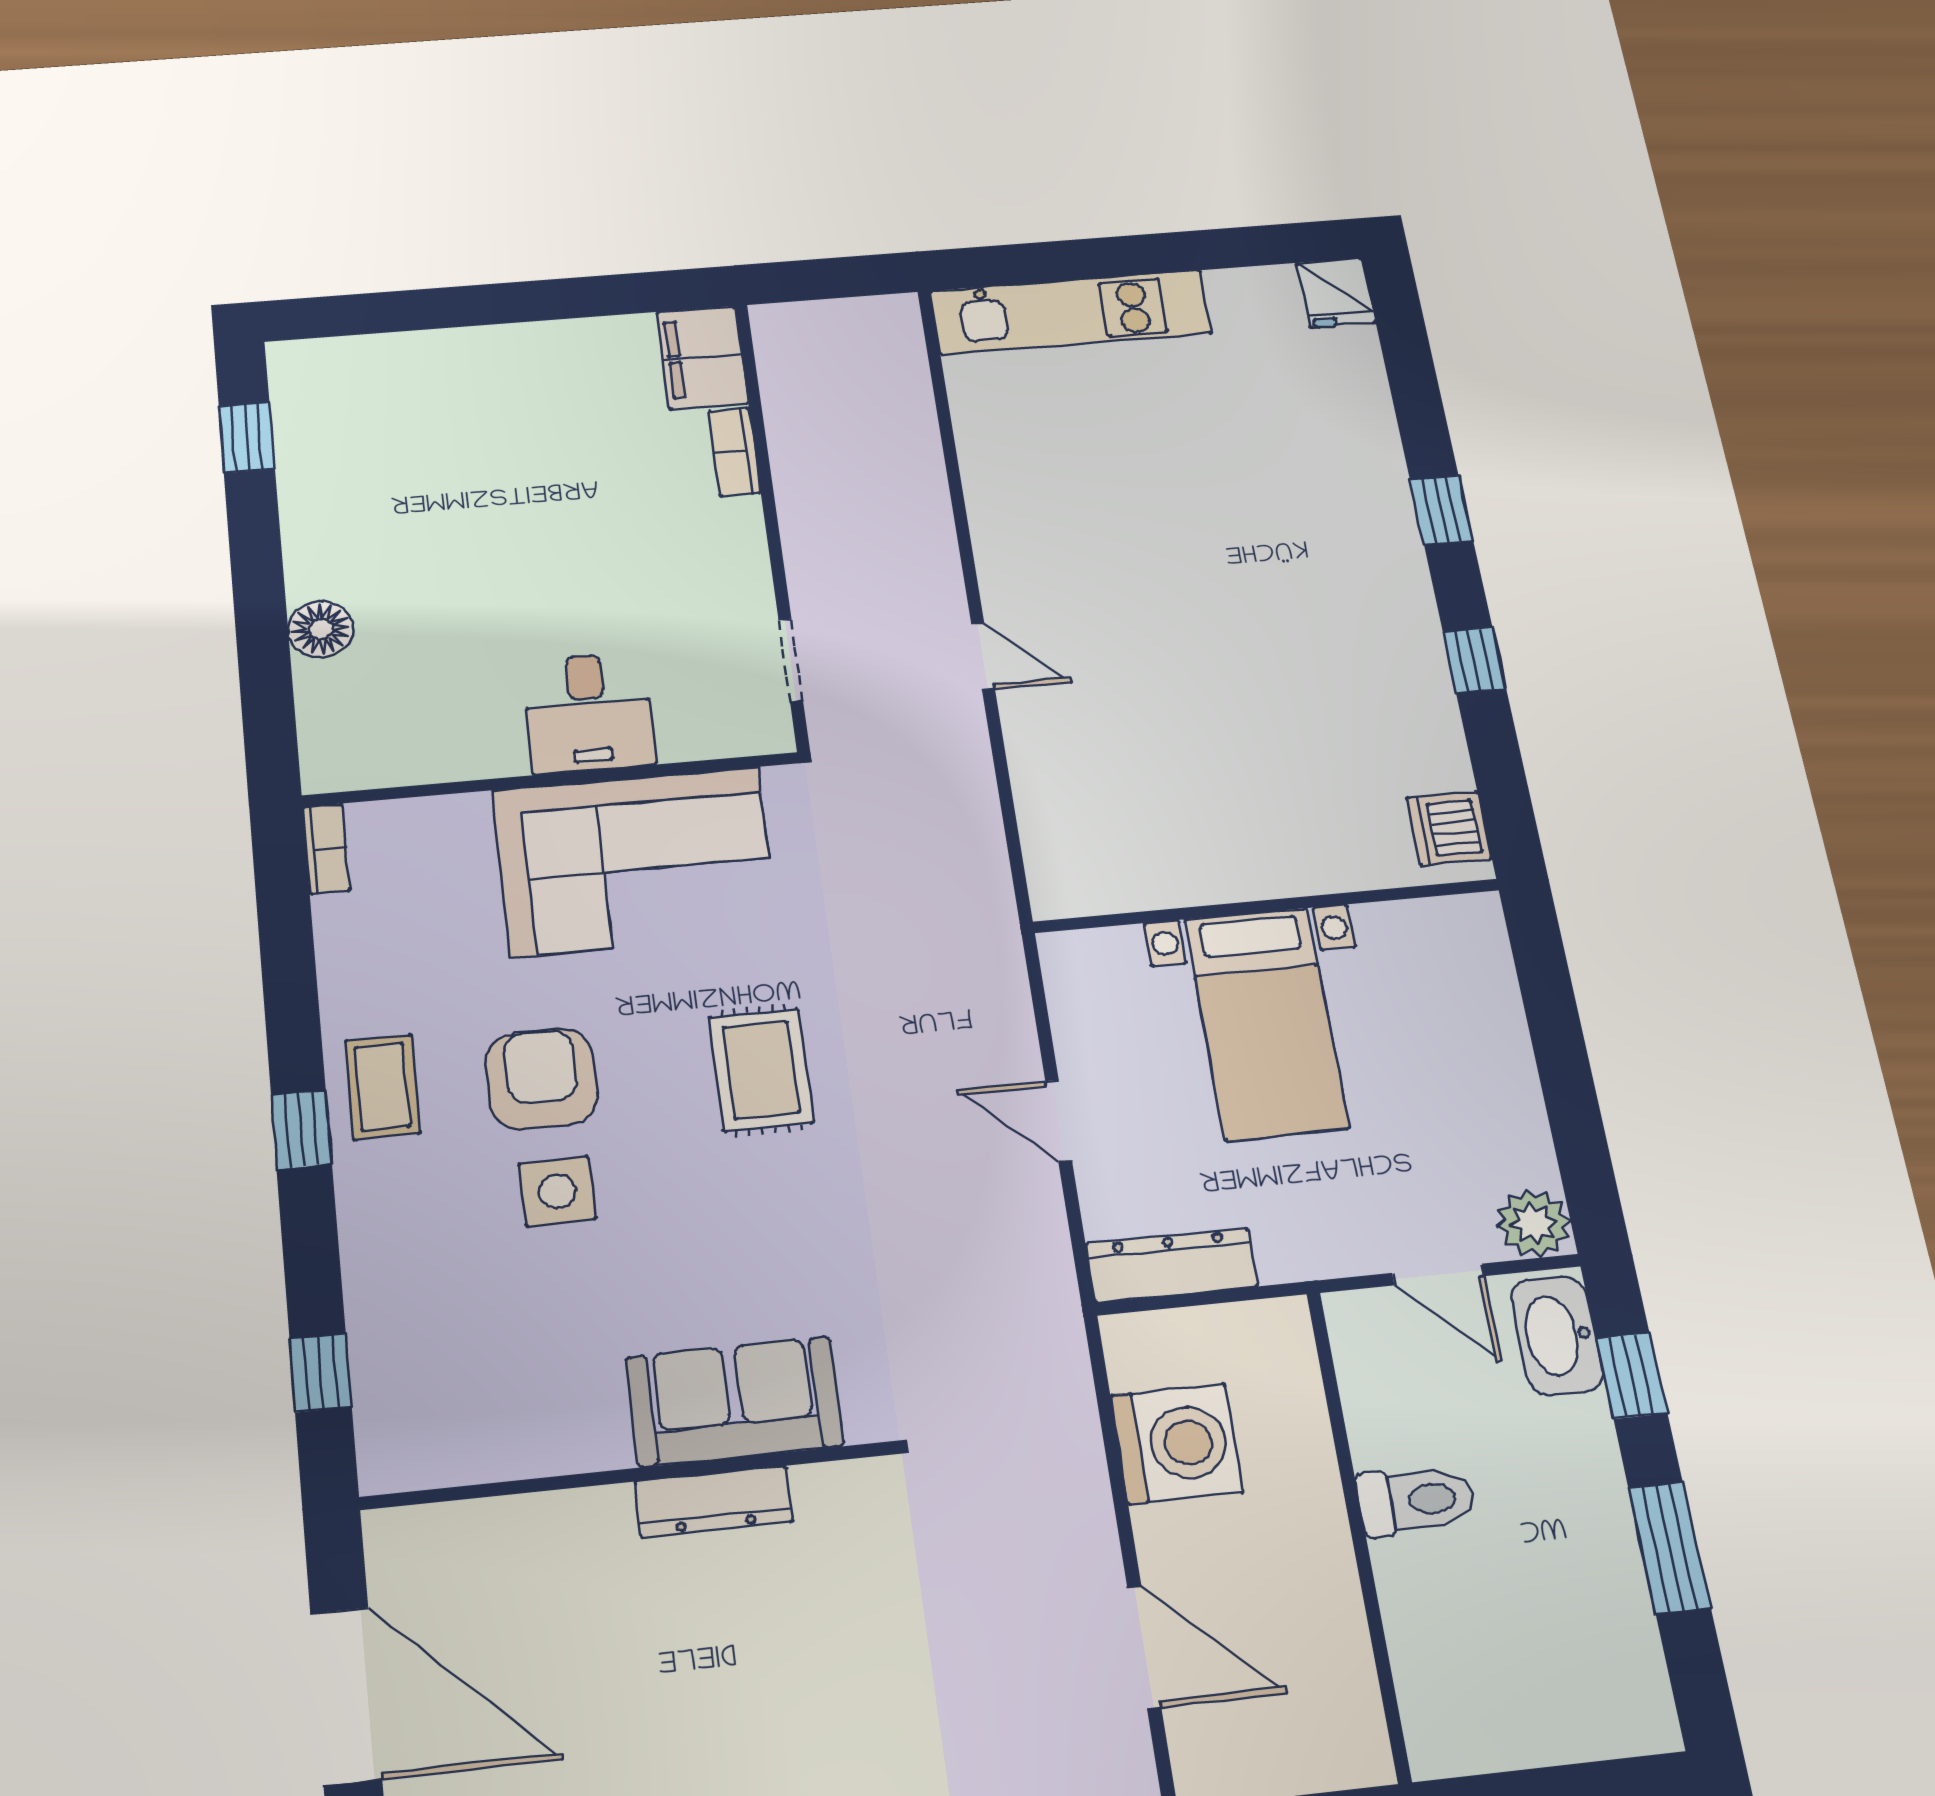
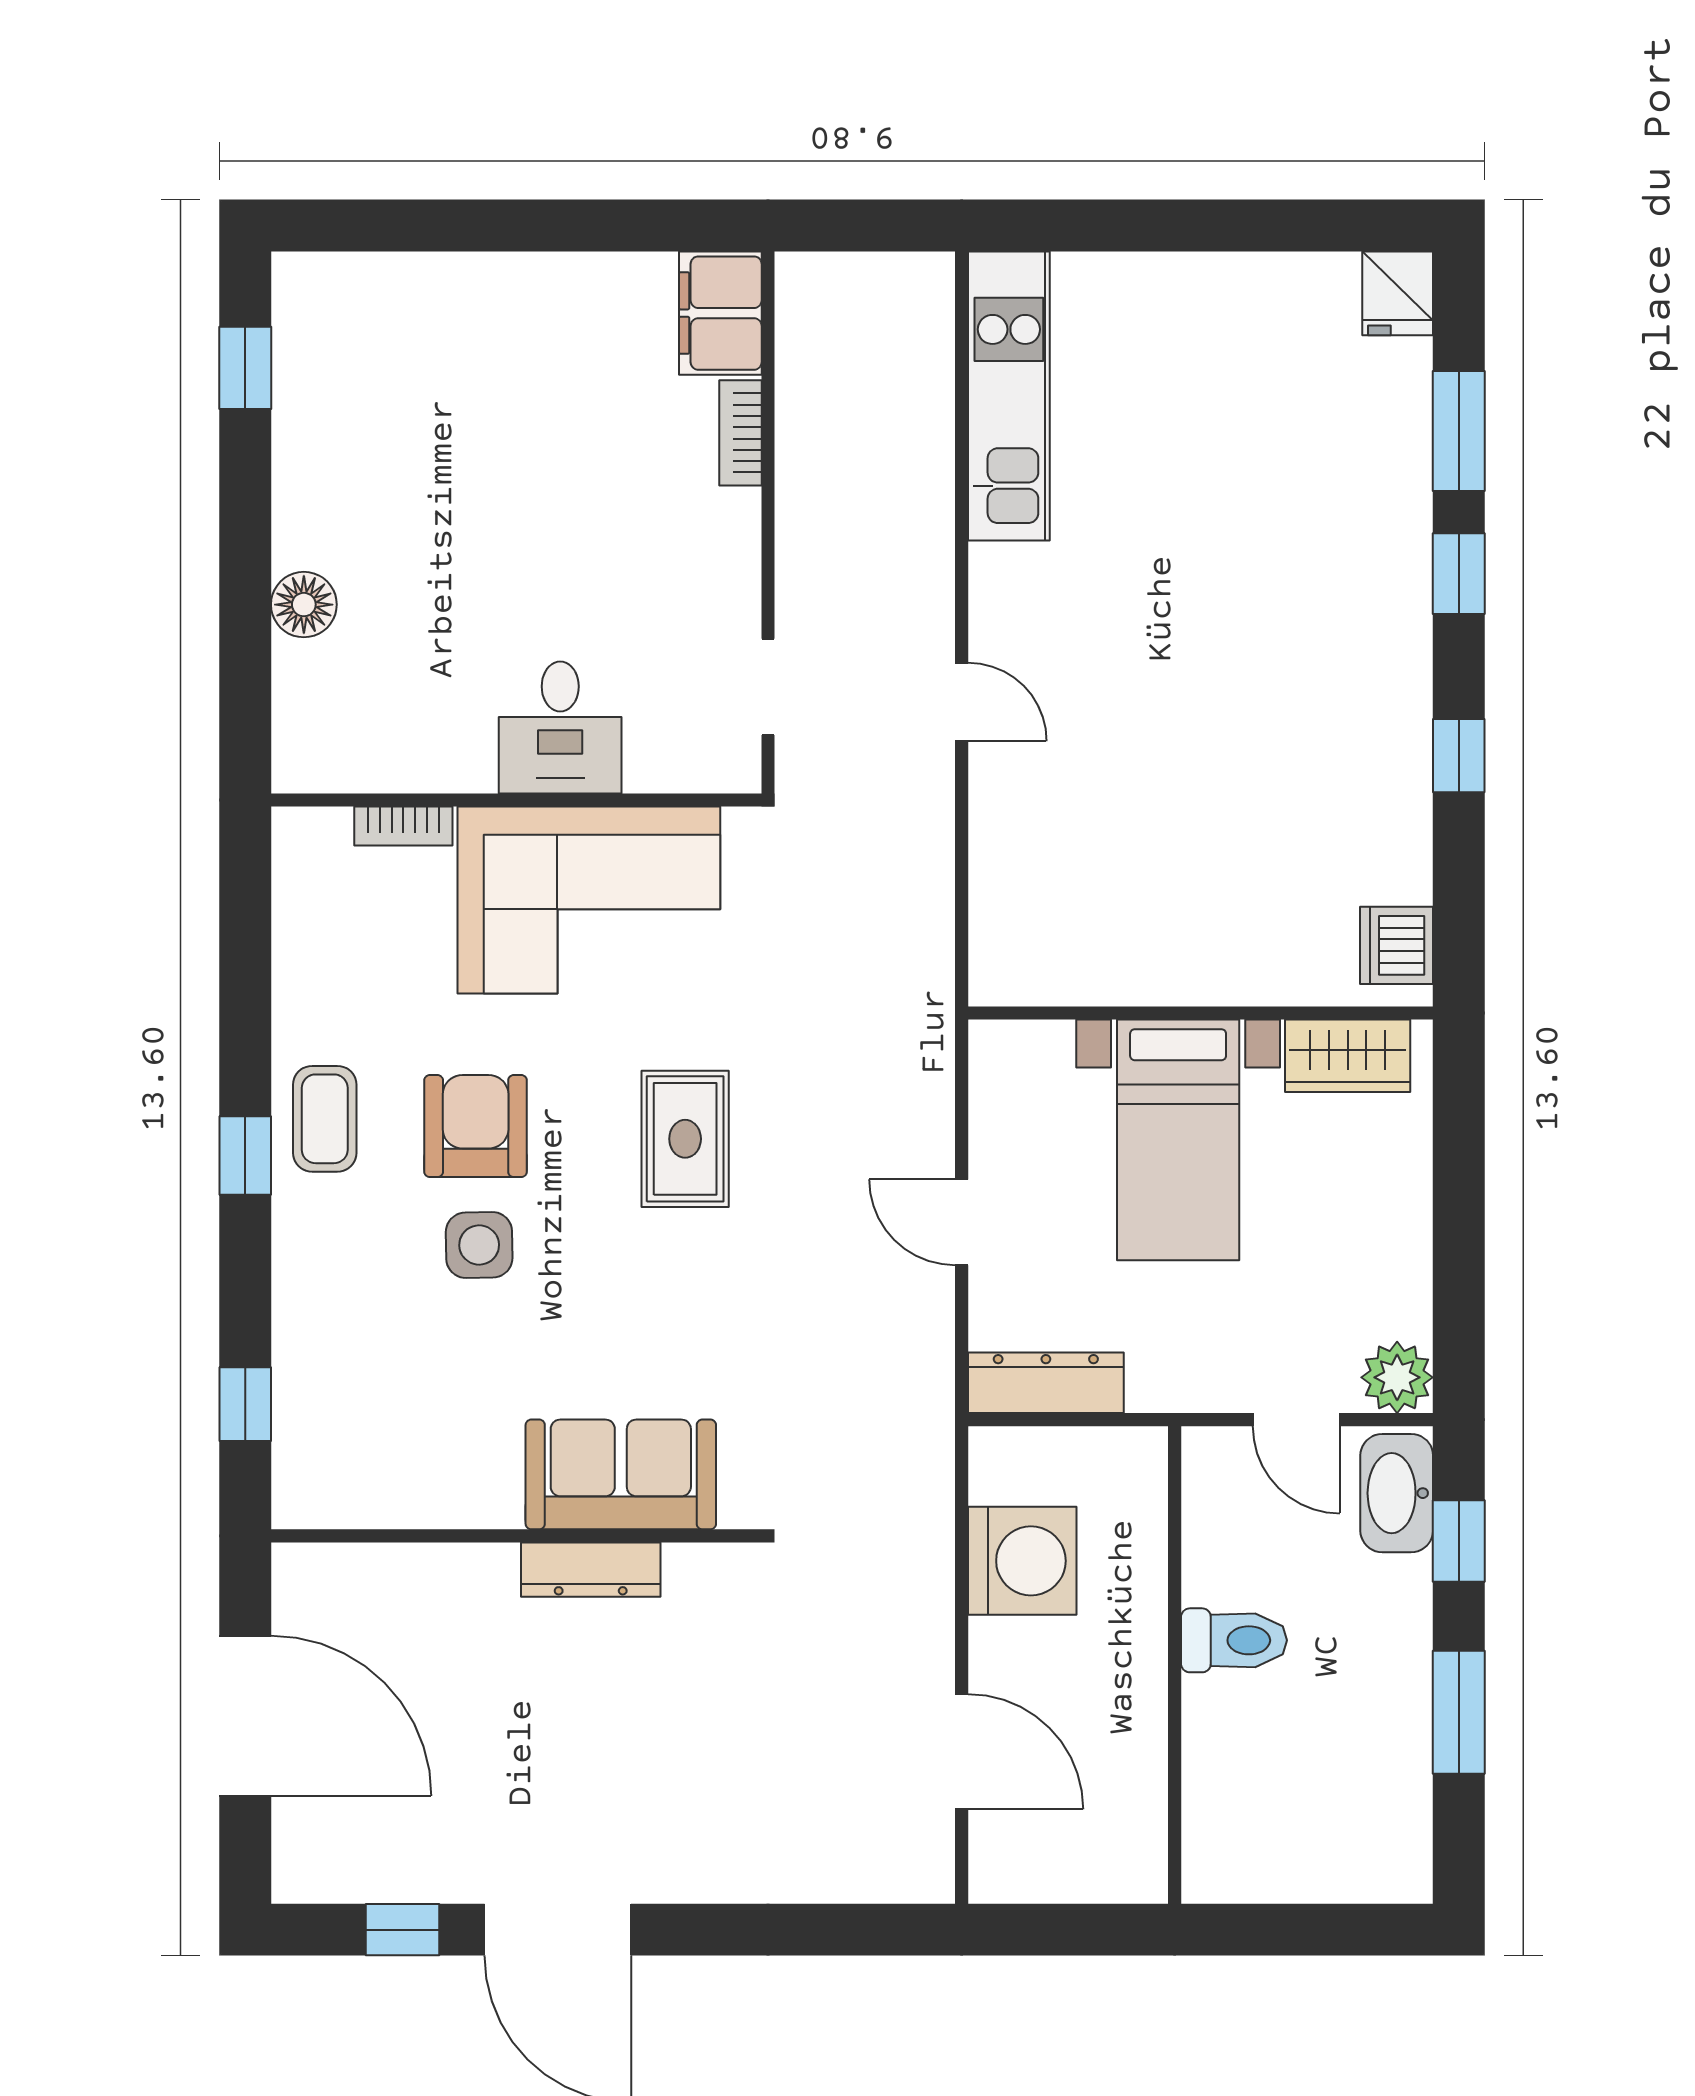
kitchen unit: (1071, 312) -> (1009, 396), moved, turned -90
window: (1416, 396) -> (1459, 431), added
bookcase: (326, 849) -> (403, 826), moved, turned 90
wardrobe: (1421, 931) -> (1348, 1056), added

